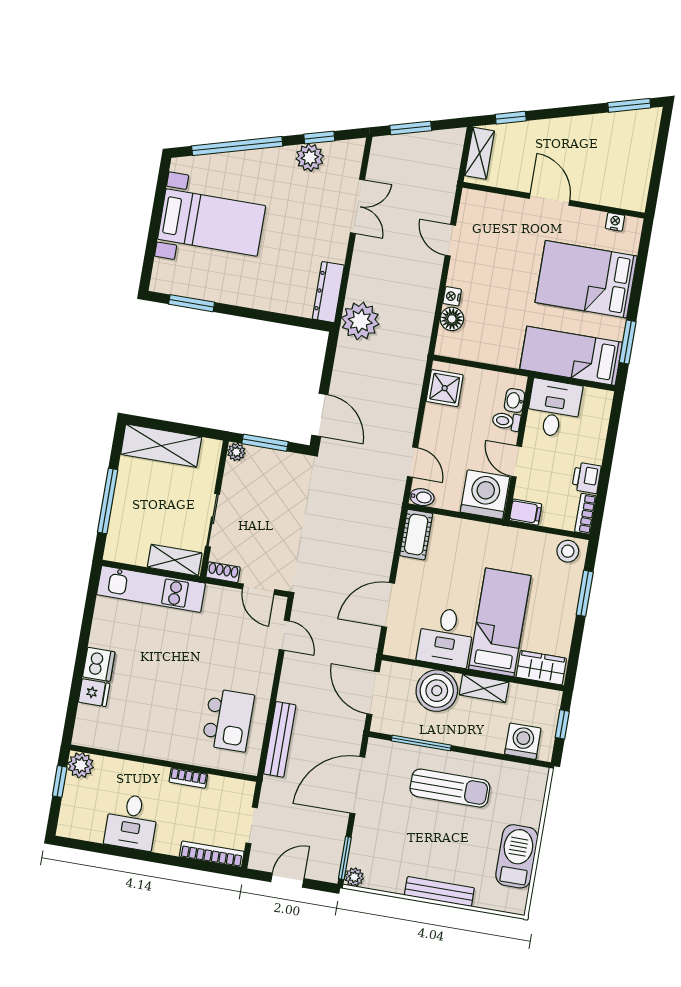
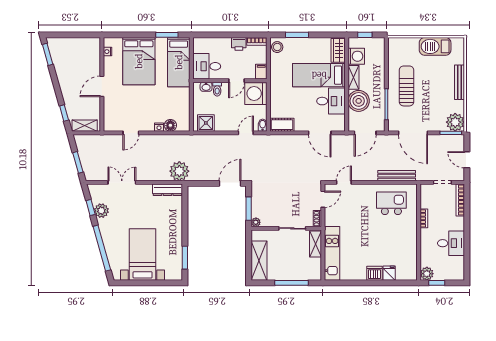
washing machine: (523, 741) -> (356, 56), moved, turned 180
plant: (354, 877) -> (455, 122), width x1.88, depth x1.88

